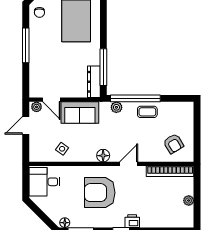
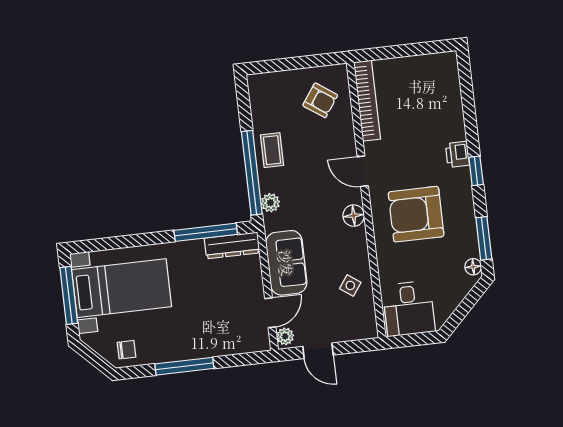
armchair: (173, 144) -> (320, 100), turned 66
armchair: (100, 193) -> (416, 214), turned 90
plant: (189, 200) -> (412, 64), removed

